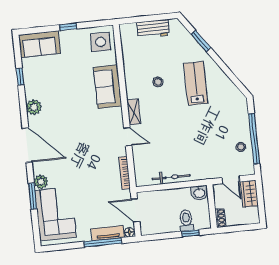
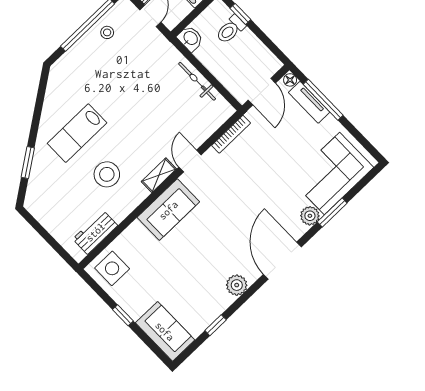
workbench: (153, 29) -> (95, 232), moved, turned -90
stool: (158, 82) -> (107, 174), width x1.89, depth x1.89
sofa: (108, 87) -> (168, 210), moved

